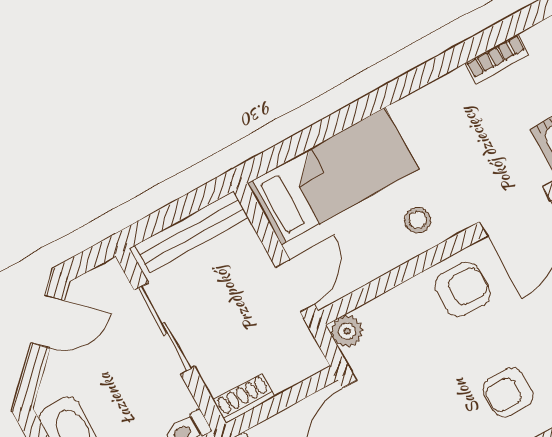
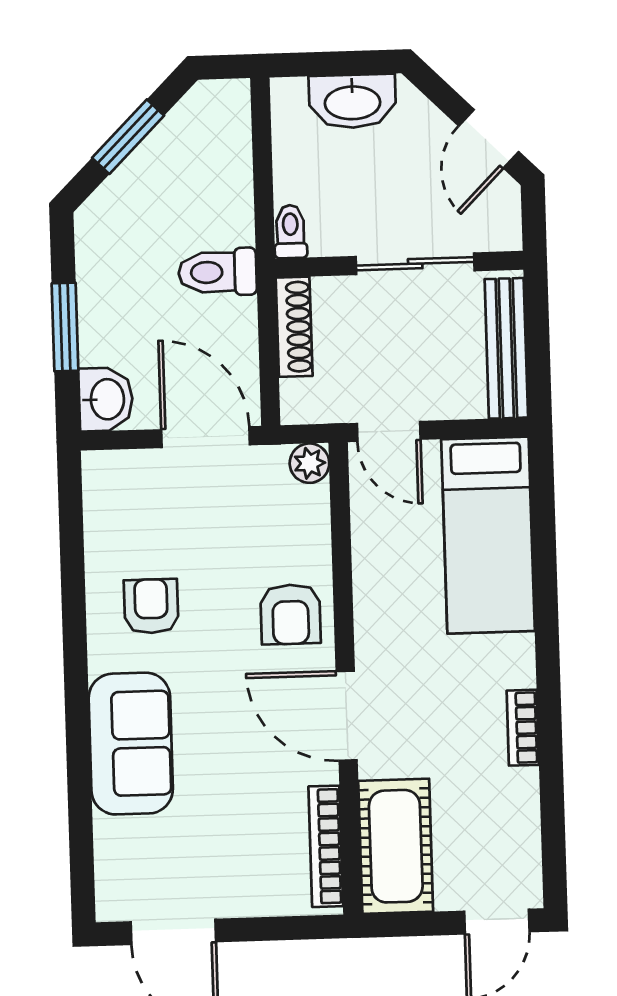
bookcase: (497, 59) -> (523, 728), moved
stool: (418, 220) -> (392, 604), removed
shoe rack: (244, 398) -> (294, 327), width x1.43

